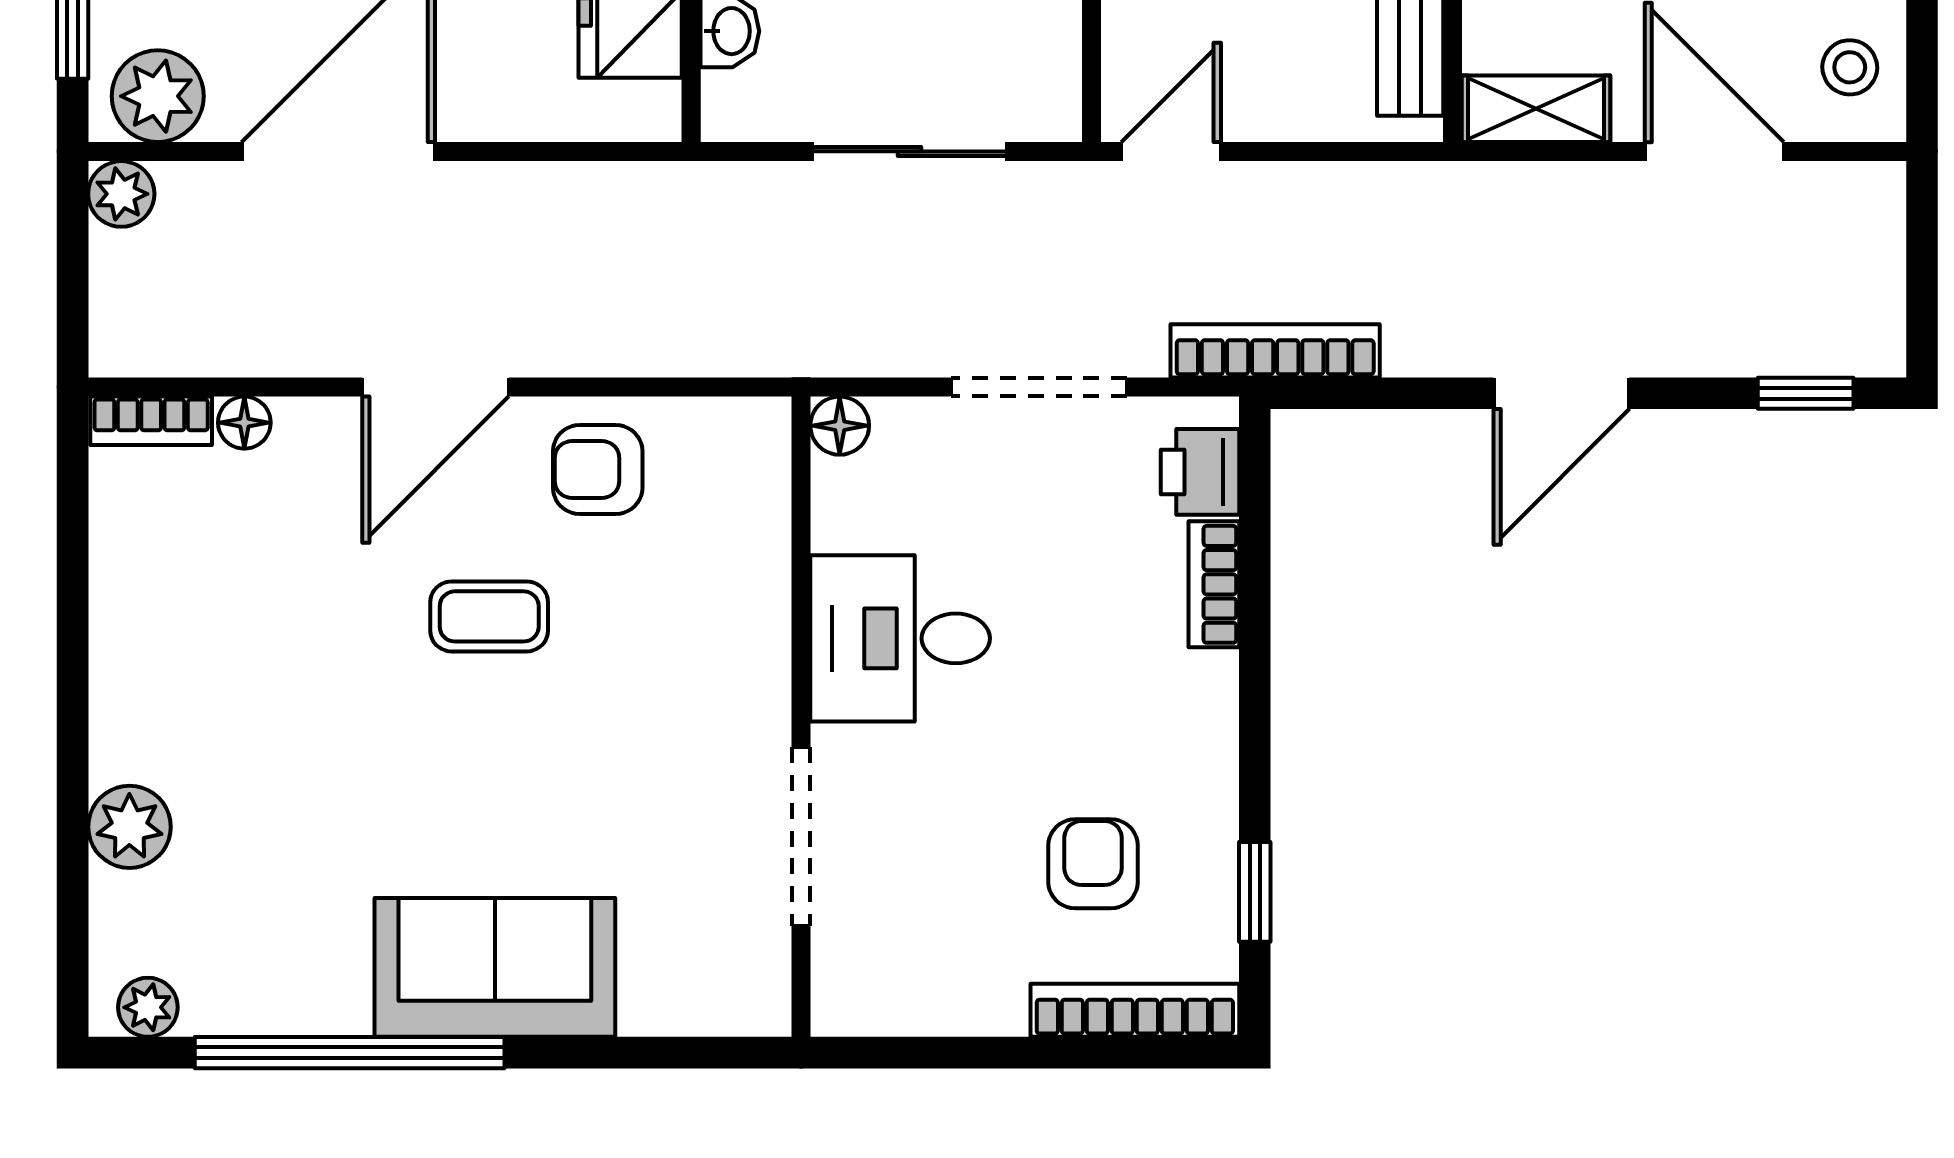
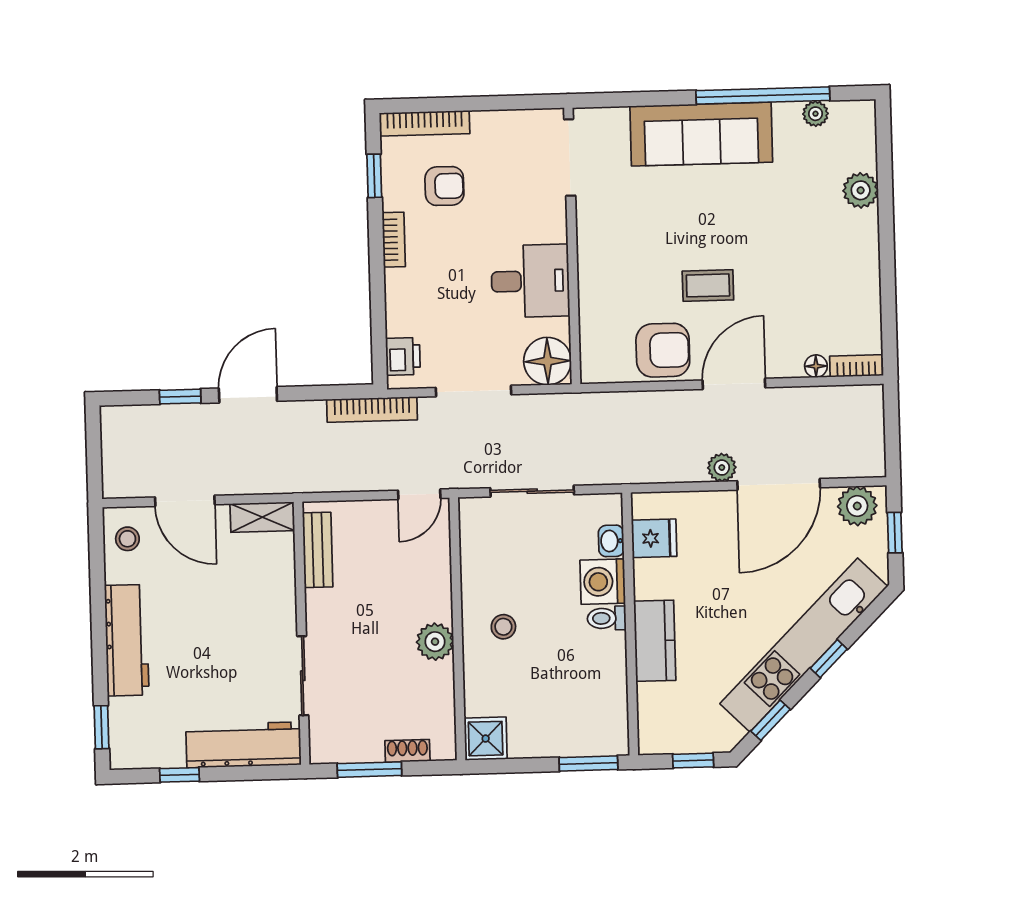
plant: (121, 194) -> (722, 468), moved
window: (1806, 393) -> (180, 397), moved
floor lamp: (840, 426) -> (547, 361), width x1.89, depth x1.89
armchair: (598, 469) -> (663, 350), width x1.38, depth x1.38
bookcase: (1214, 584) -> (394, 240), moved
doorway: (801, 837) -> (570, 157), moved
armchair: (1093, 864) -> (444, 186), turned -90
sofa: (495, 967) -> (701, 134), width x1.36
plant: (148, 1007) -> (816, 114), moved

